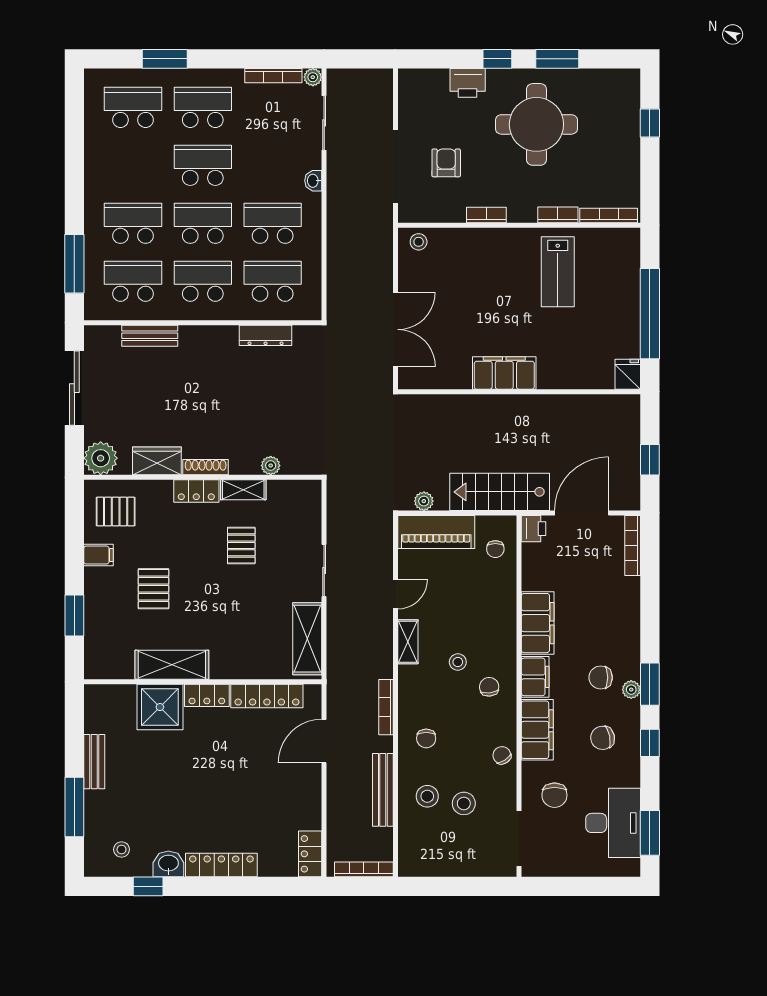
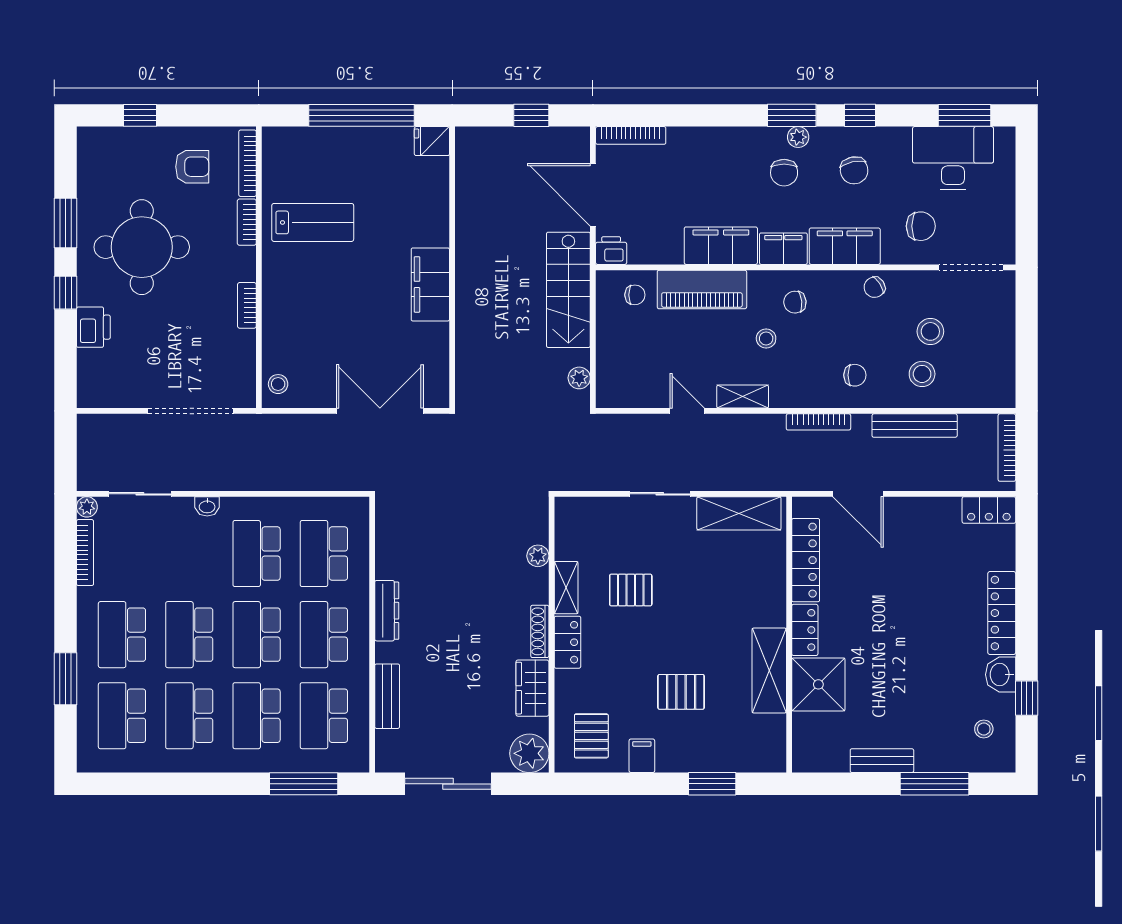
armchair: (446, 163) -> (192, 167), moved, turned 180
school desk: (133, 165) -> (189, 716), added
dresser: (266, 335) -> (387, 611), moved
piano: (436, 532) -> (702, 289), moved, turned 90

